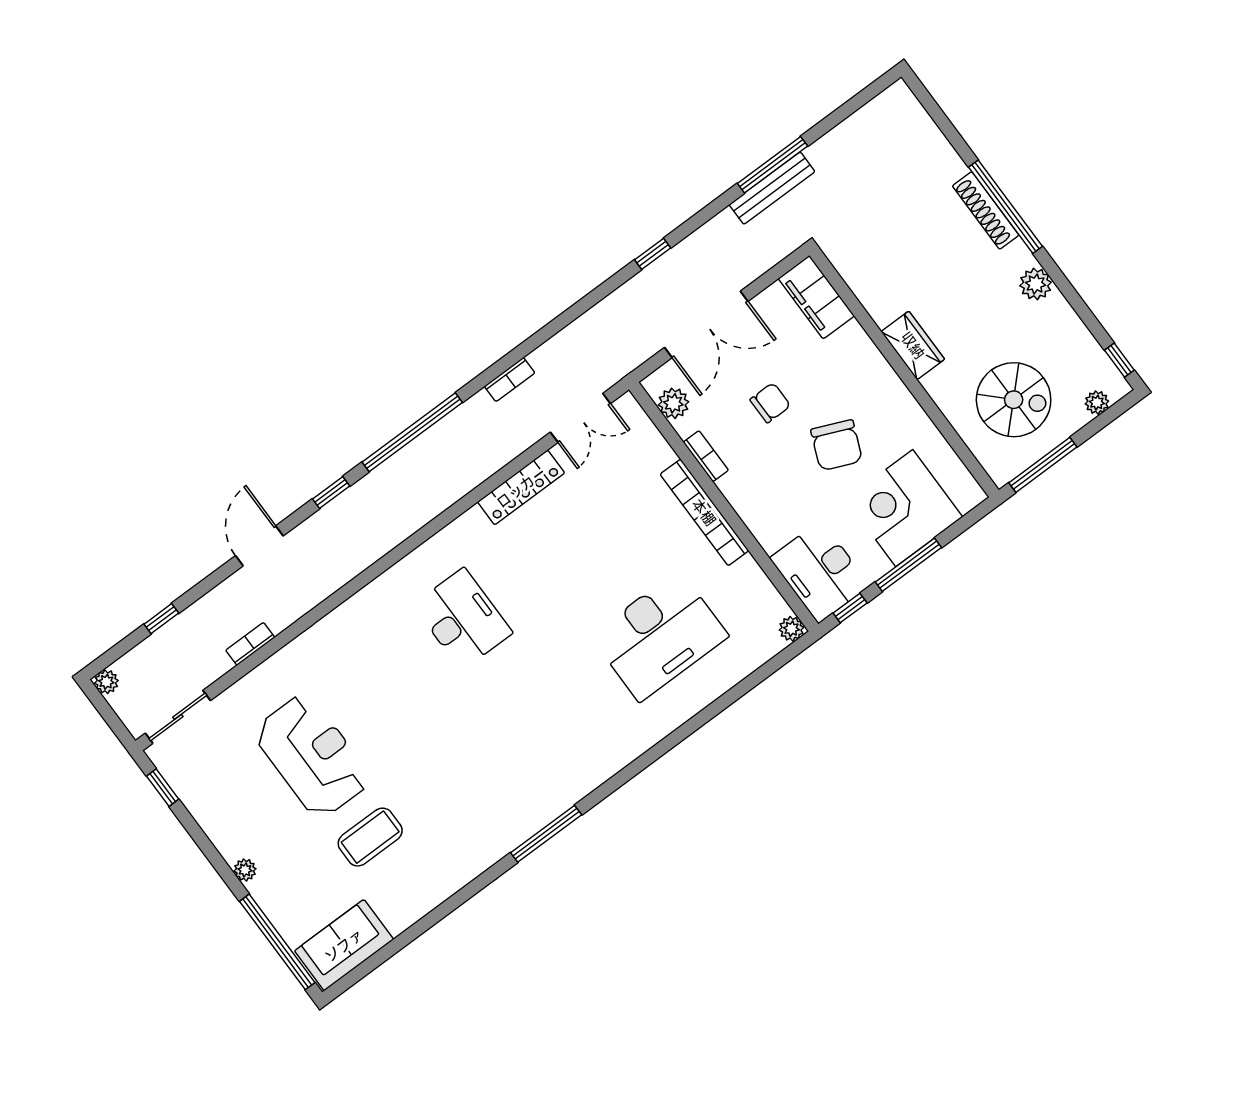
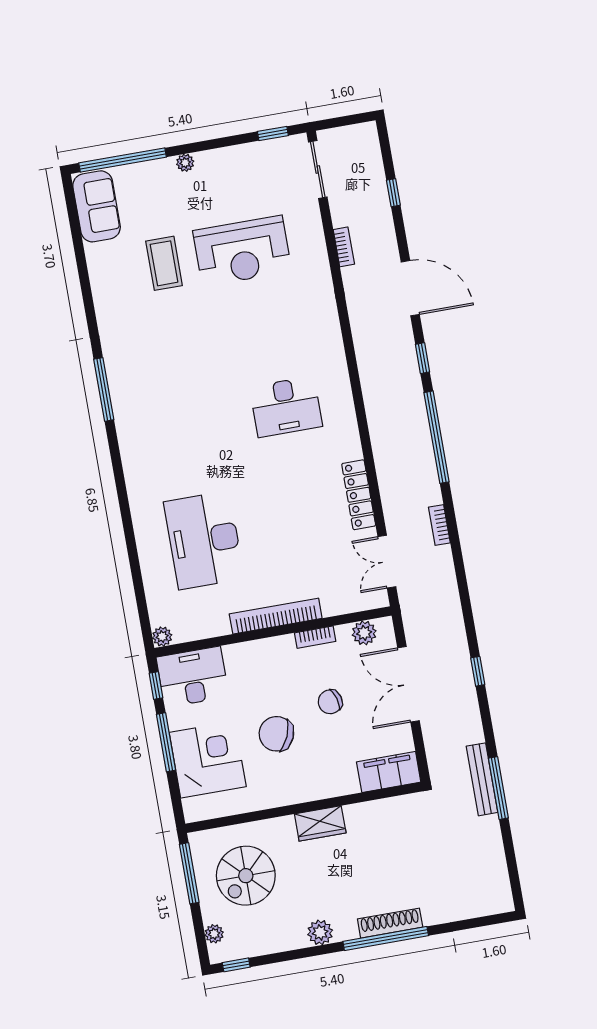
chair: (770, 403) -> (330, 702), turned 74
door: (259, 546) -> (410, 288), width x1.36
plant: (106, 682) -> (368, 131), removed

